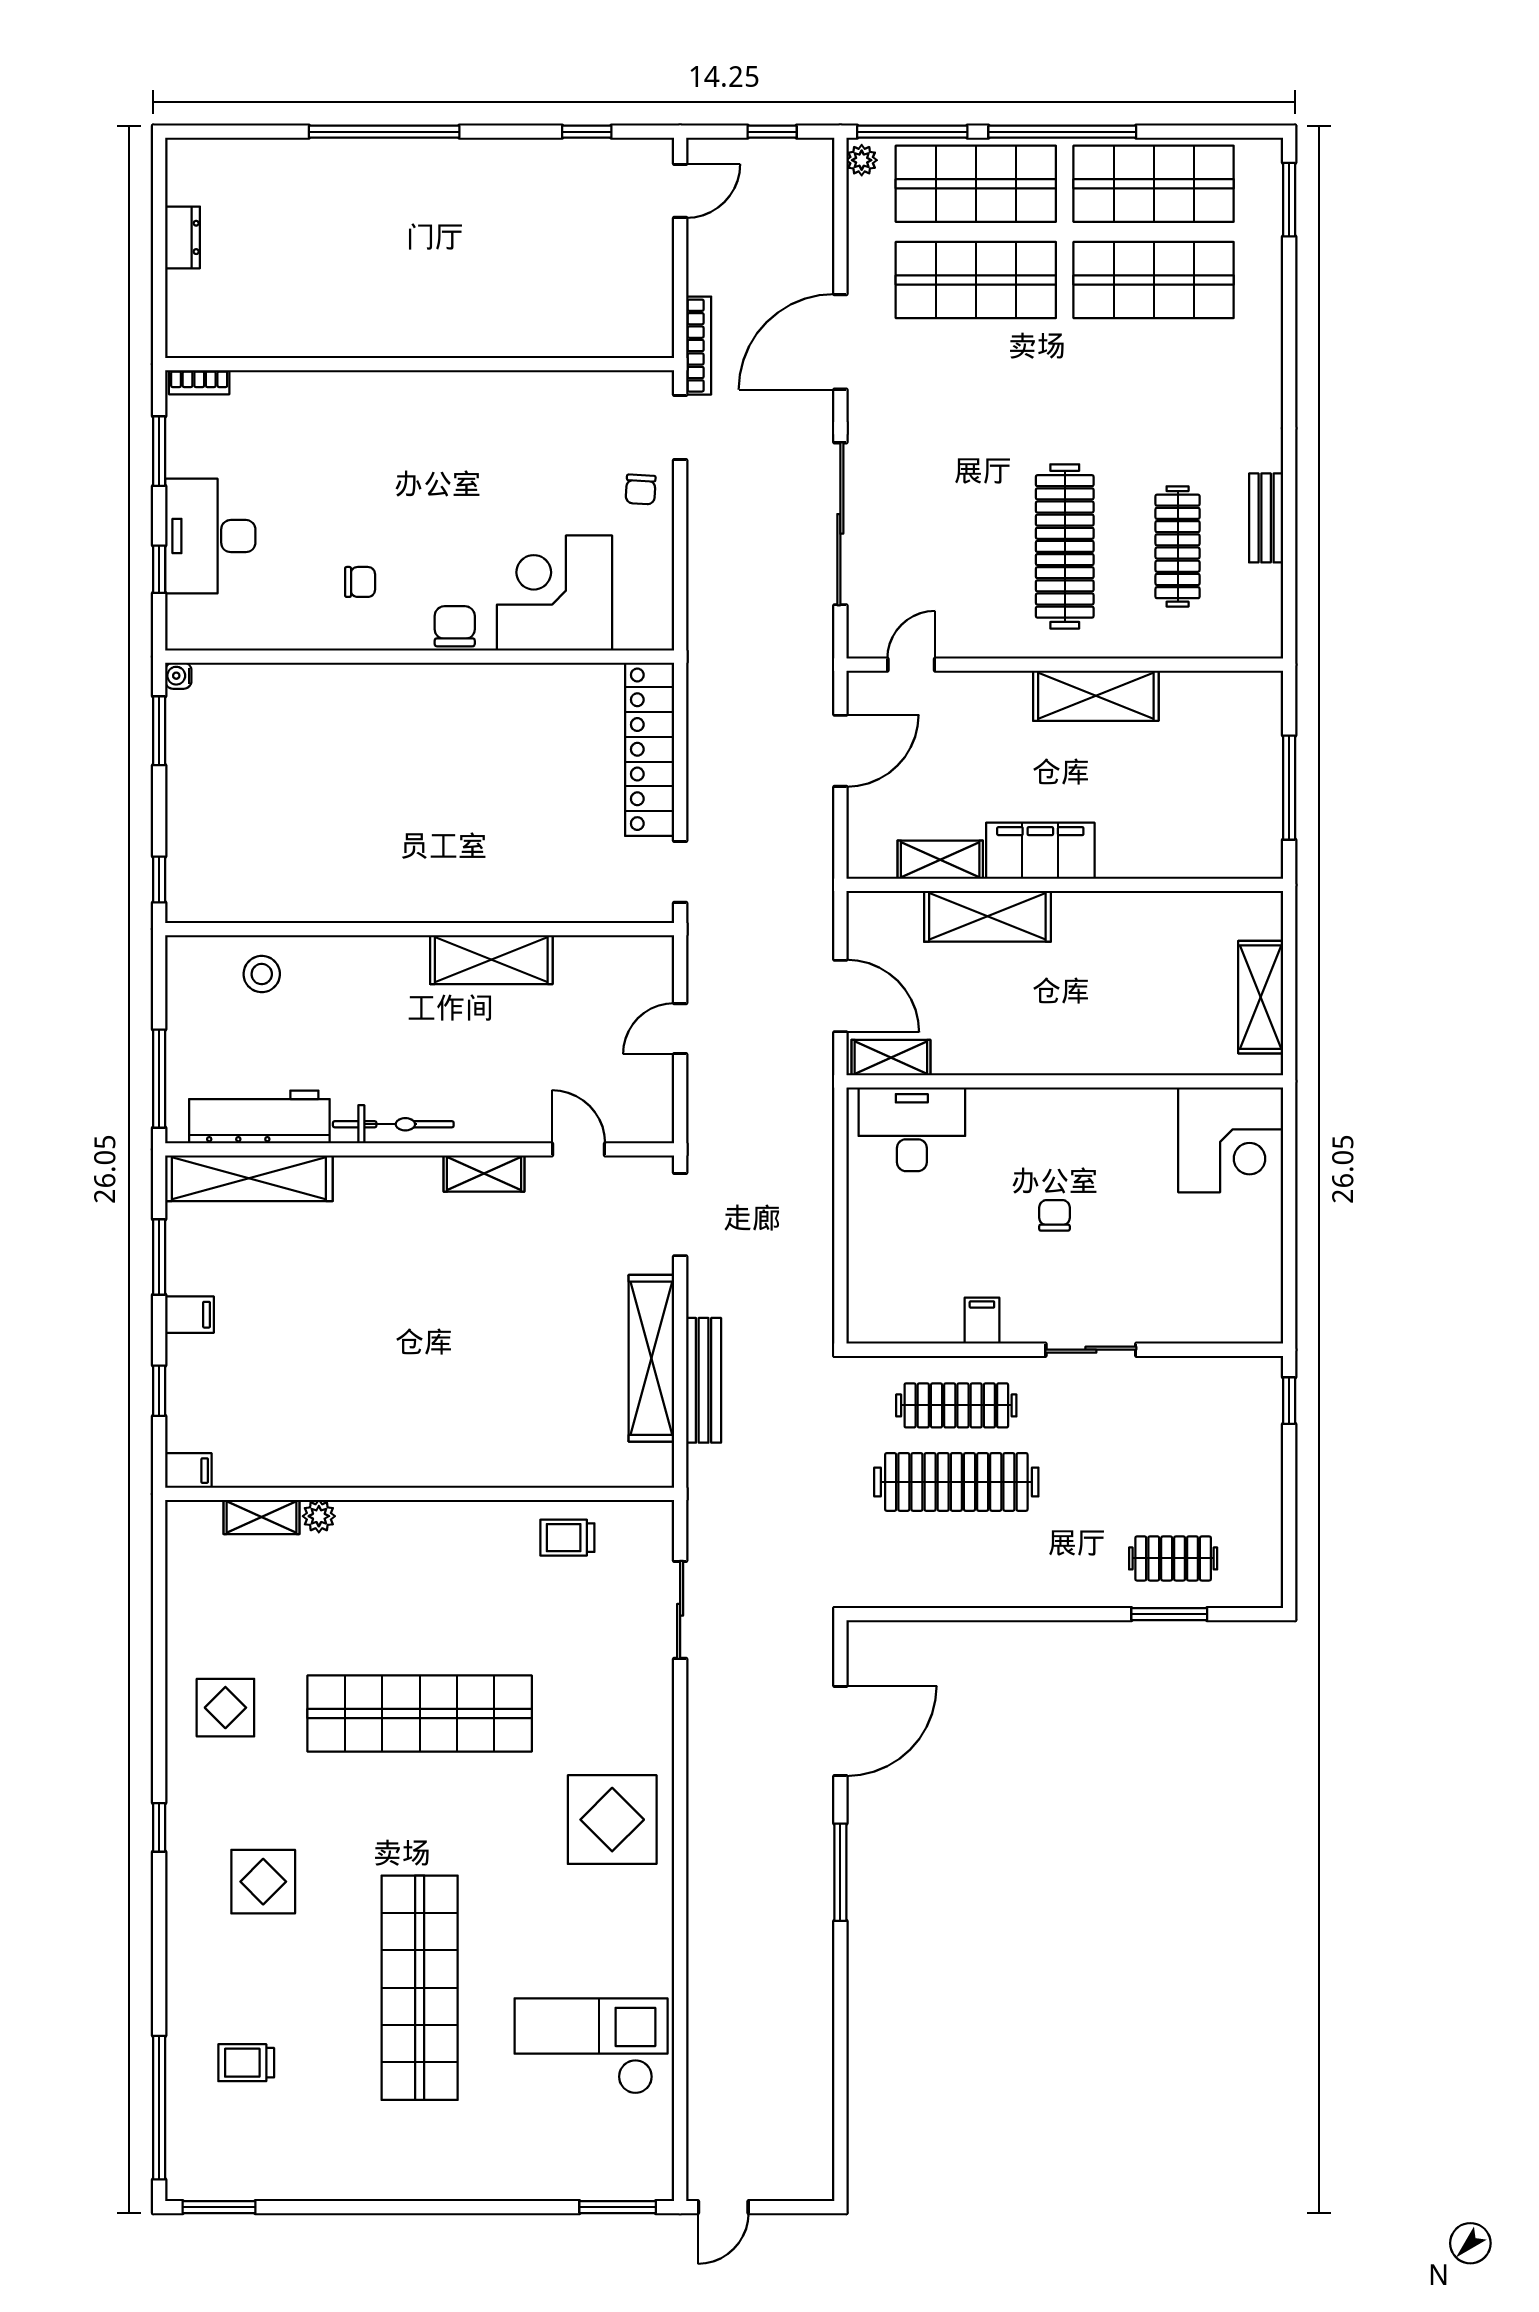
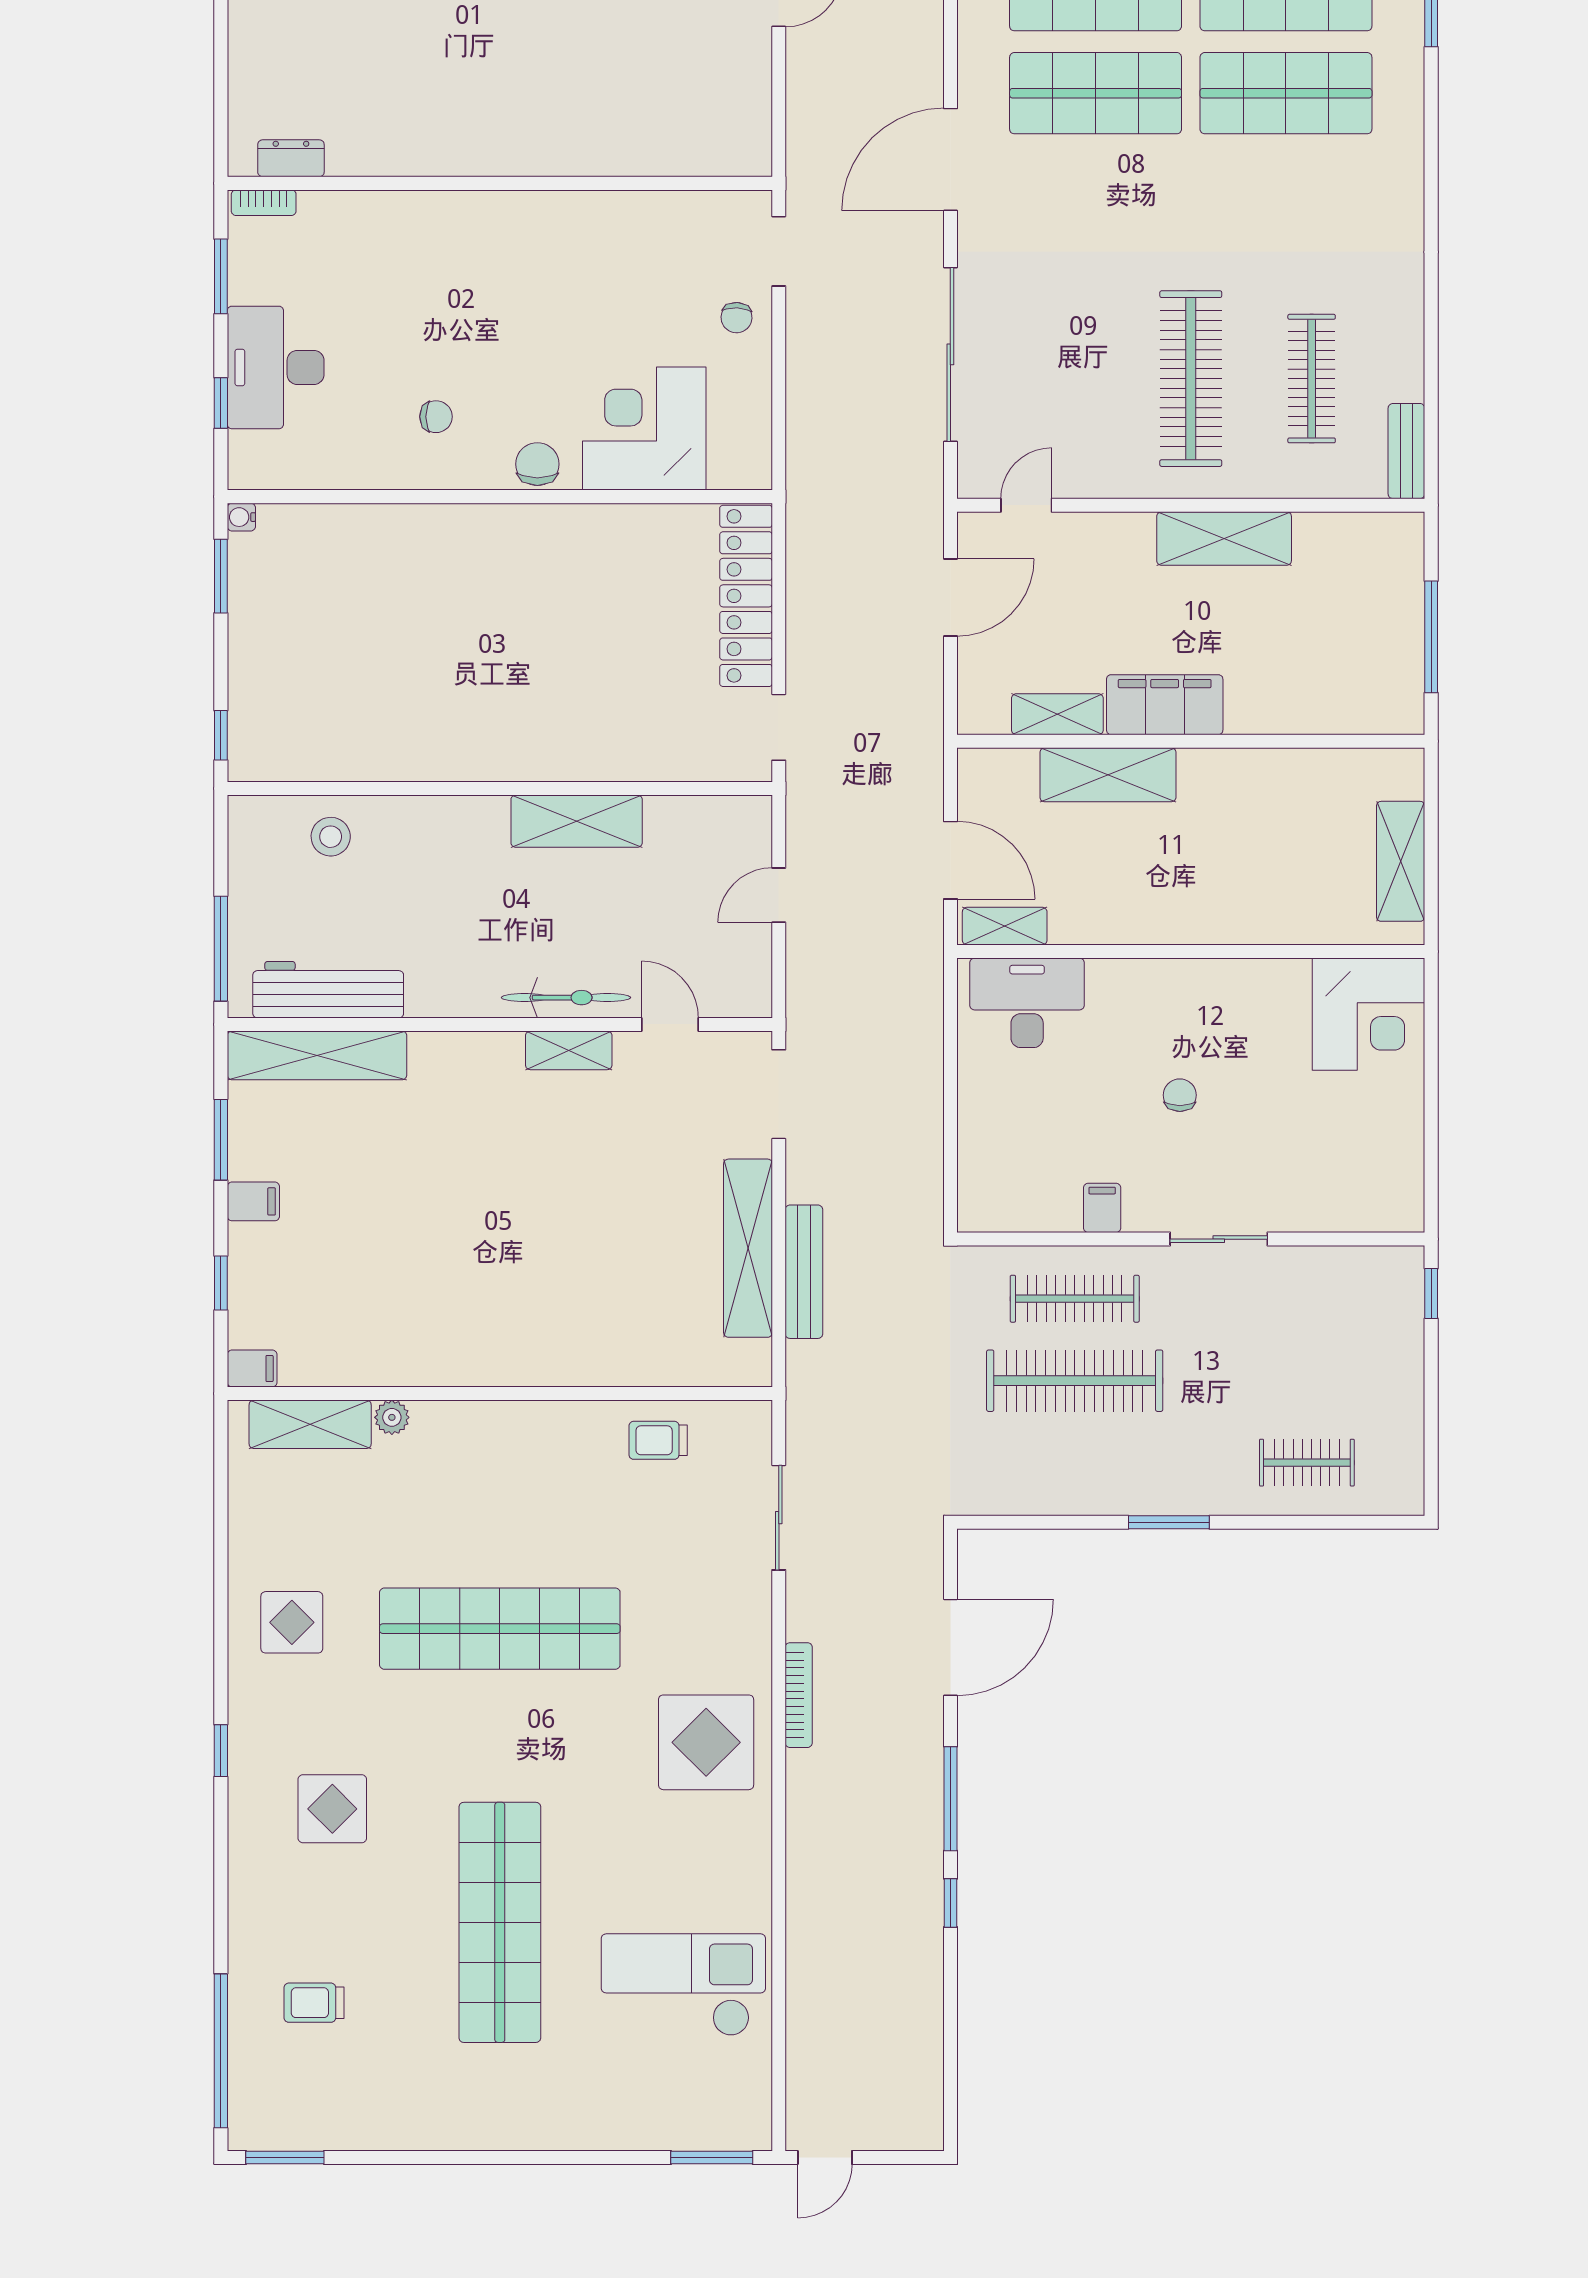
dresser: (183, 237) -> (291, 158), moved, turned -90
bookcase: (699, 346) -> (799, 1695), moved
bench: (1266, 518) -> (1406, 451), moved
bicycle: (393, 1124) -> (566, 998), moved
shelving: (262, 1517) -> (310, 1424), width x1.50, depth x1.33
window: (1169, 1614) -> (1169, 1522), moved
window: (840, 1970) -> (950, 1903), added

